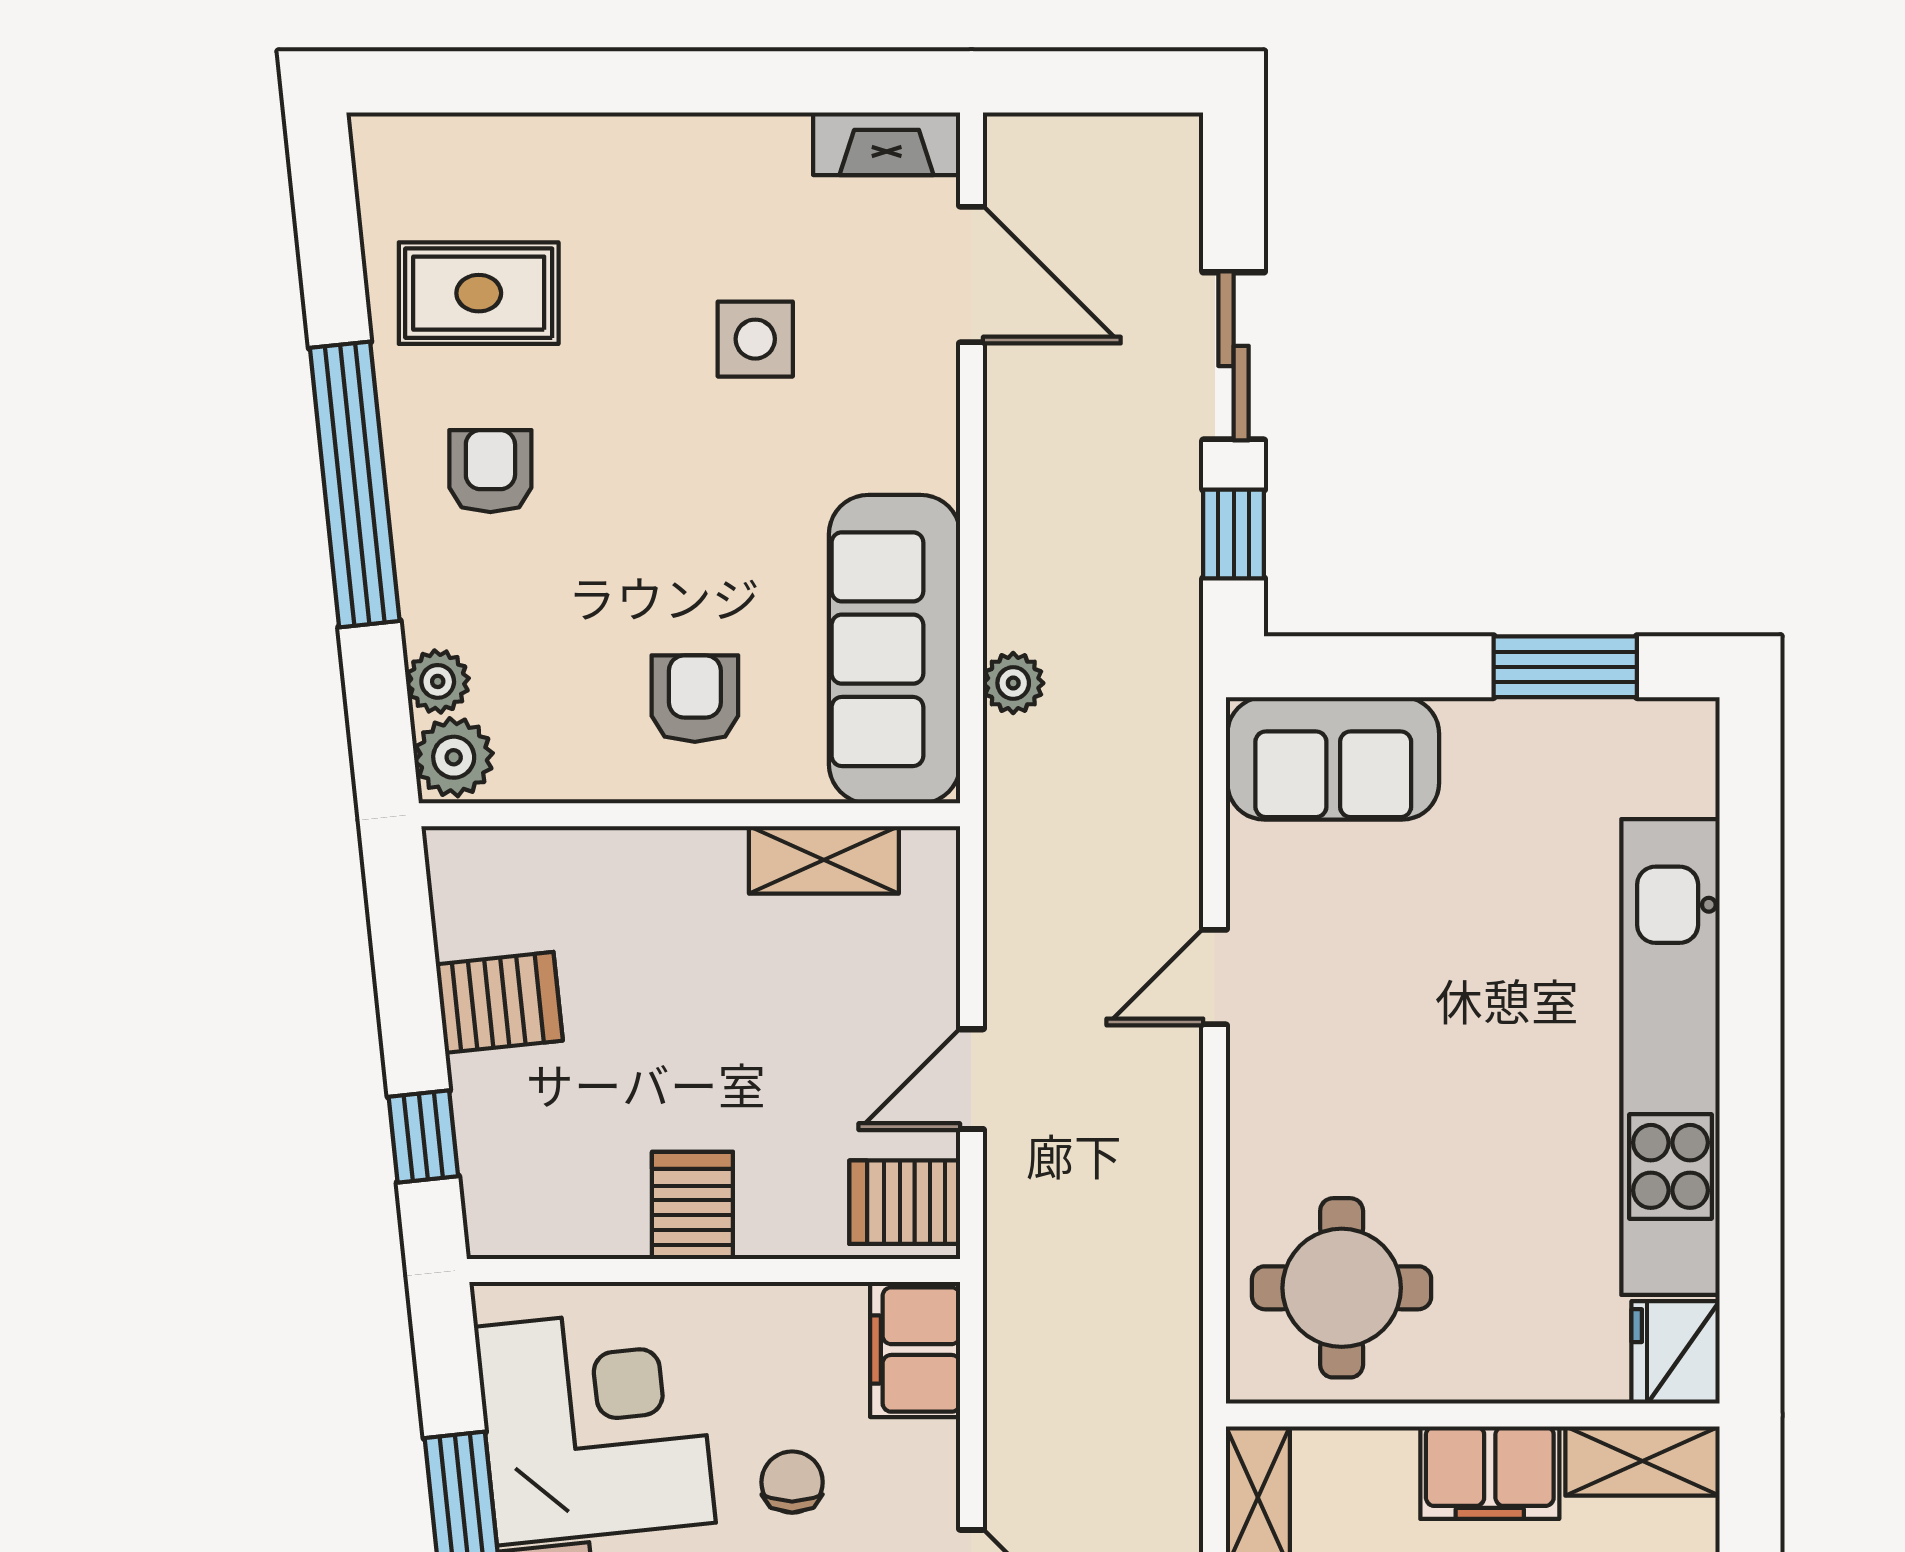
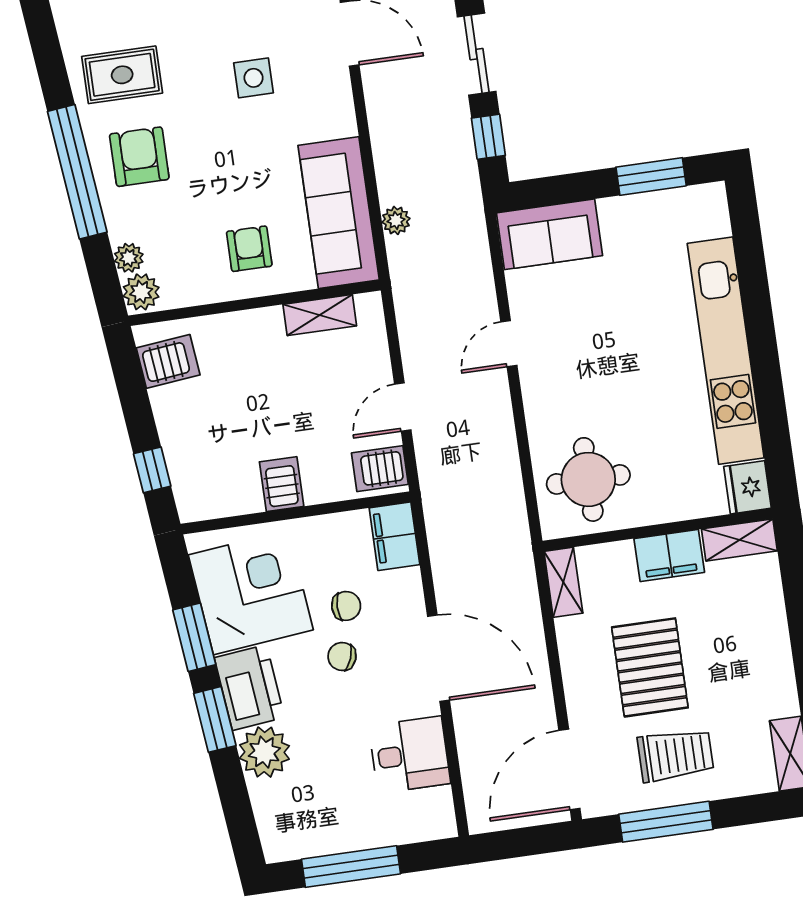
armchair: (490, 471) -> (139, 157), width x1.38, depth x1.38
server rack: (499, 1002) -> (168, 361), moved
chair: (792, 1482) -> (346, 606), turned 90

